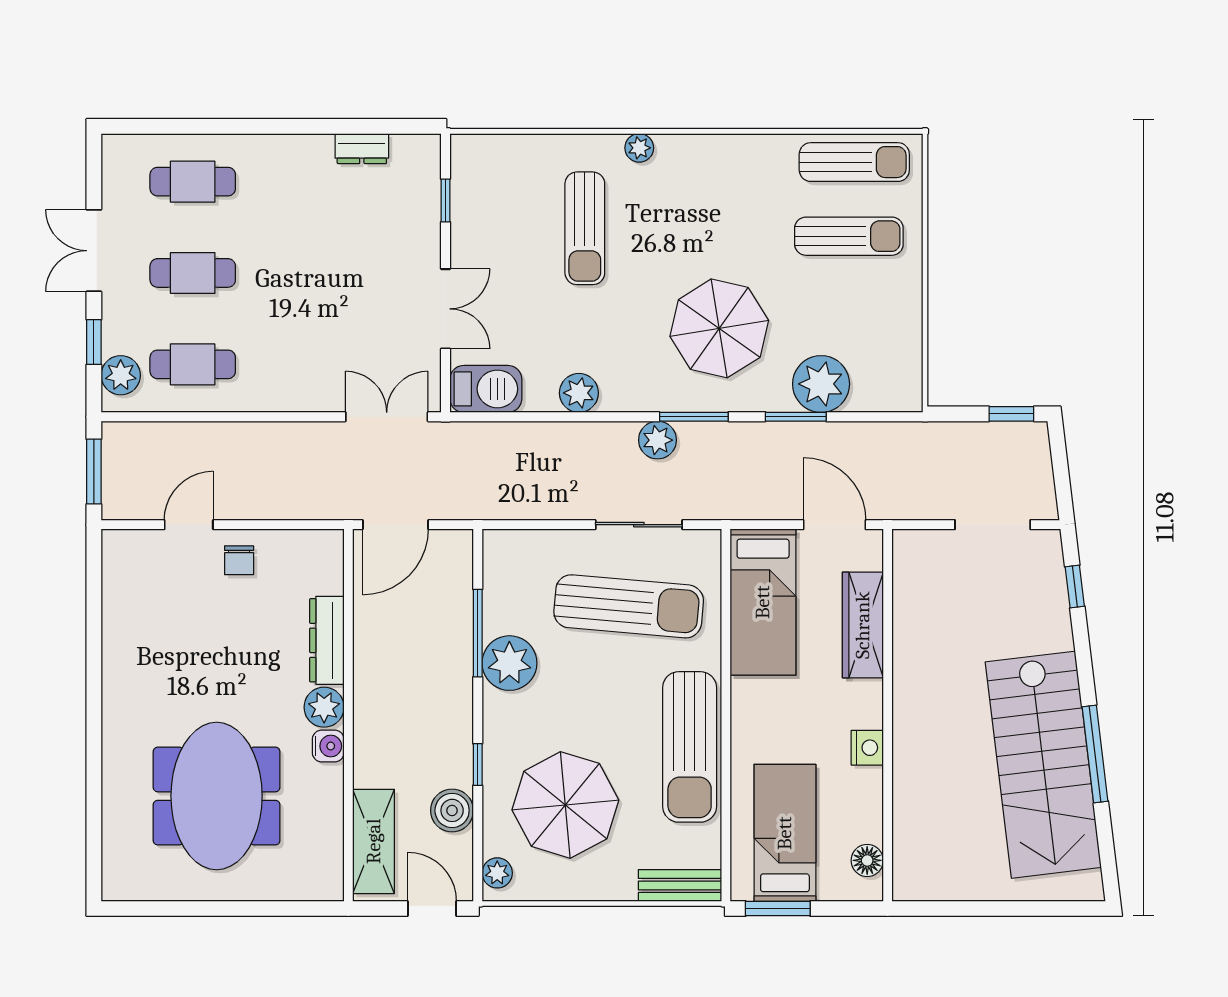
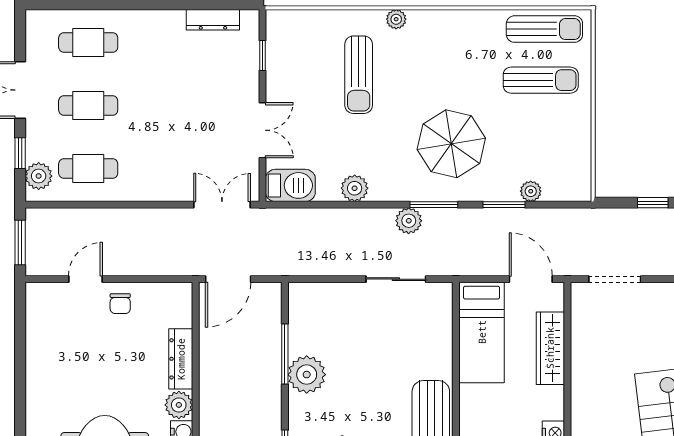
dresser: (362, 149) -> (213, 20), width x1.44
plant: (821, 384) -> (531, 191), width x0.53, depth x0.53
doorway: (993, 525) -> (615, 279), moved
sun lounger: (629, 606) -> (389, 335), removed

